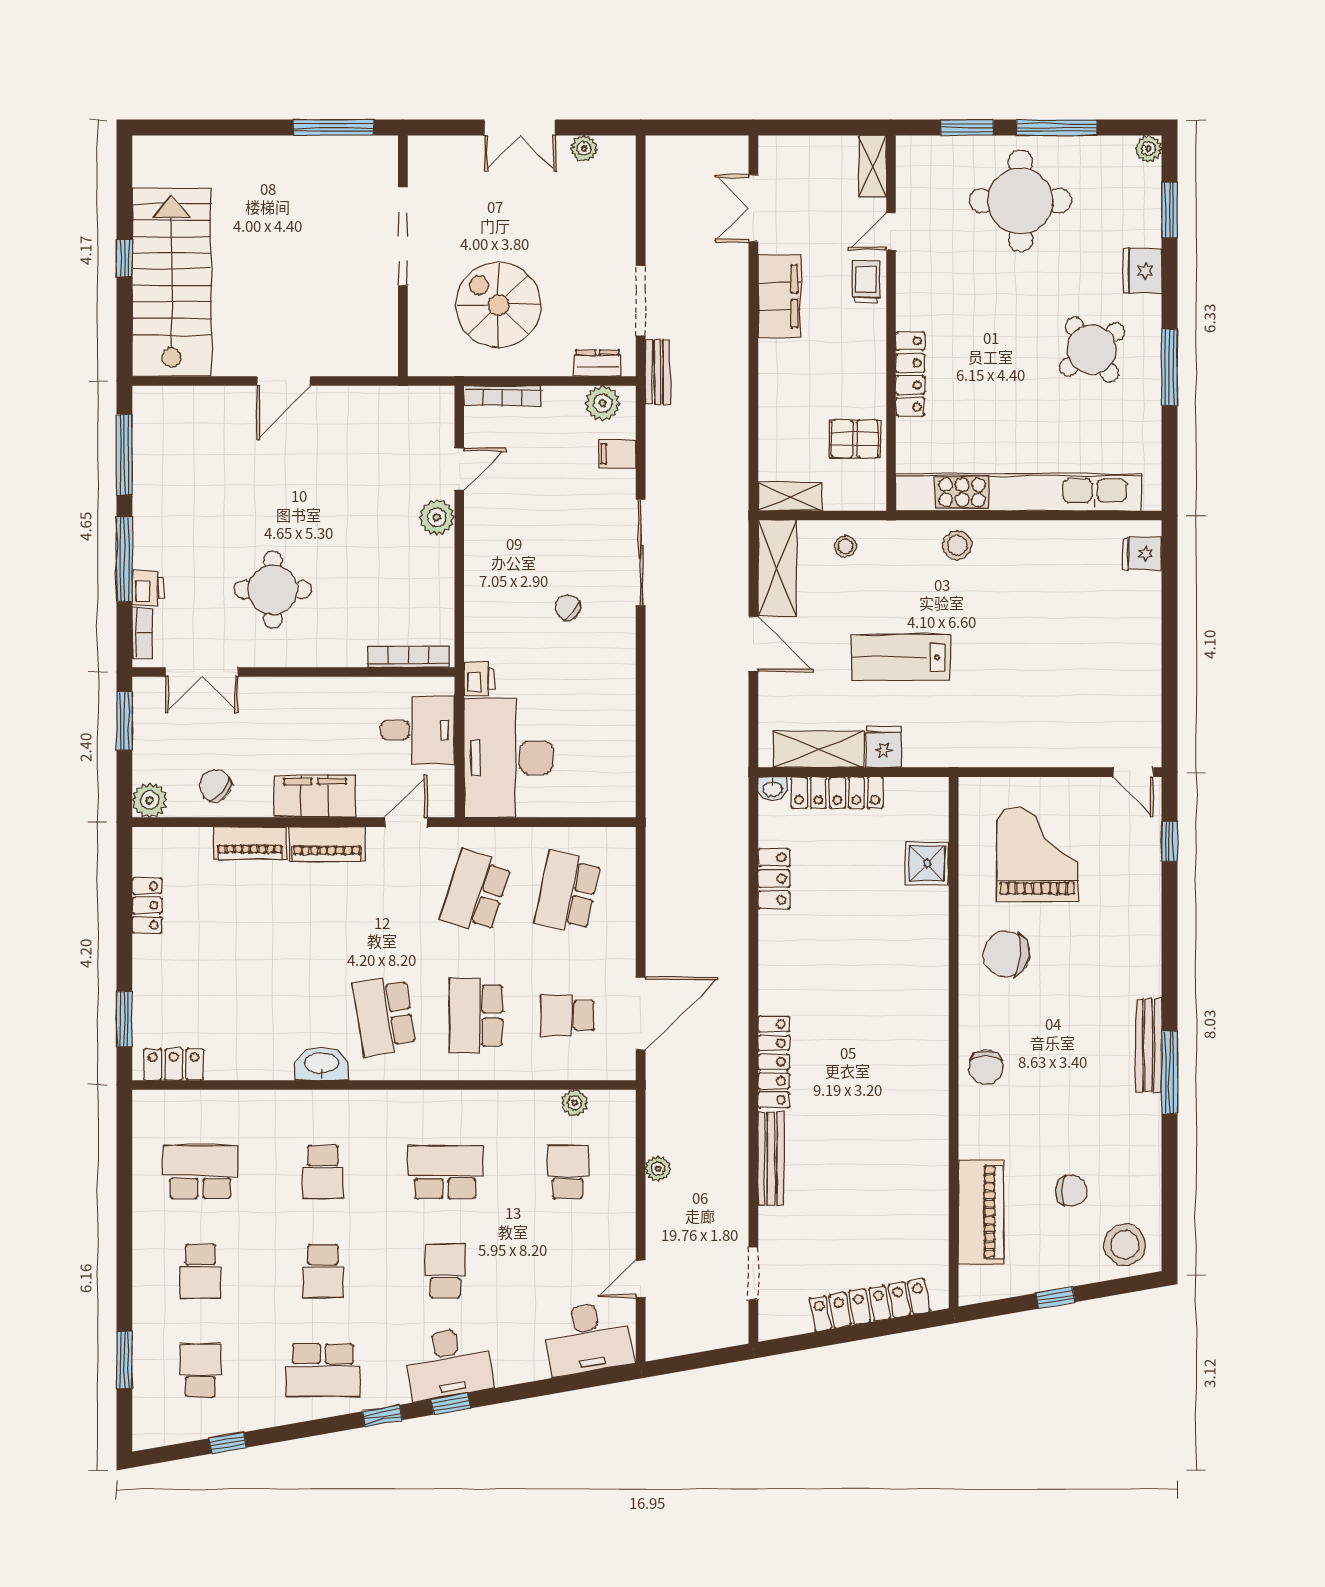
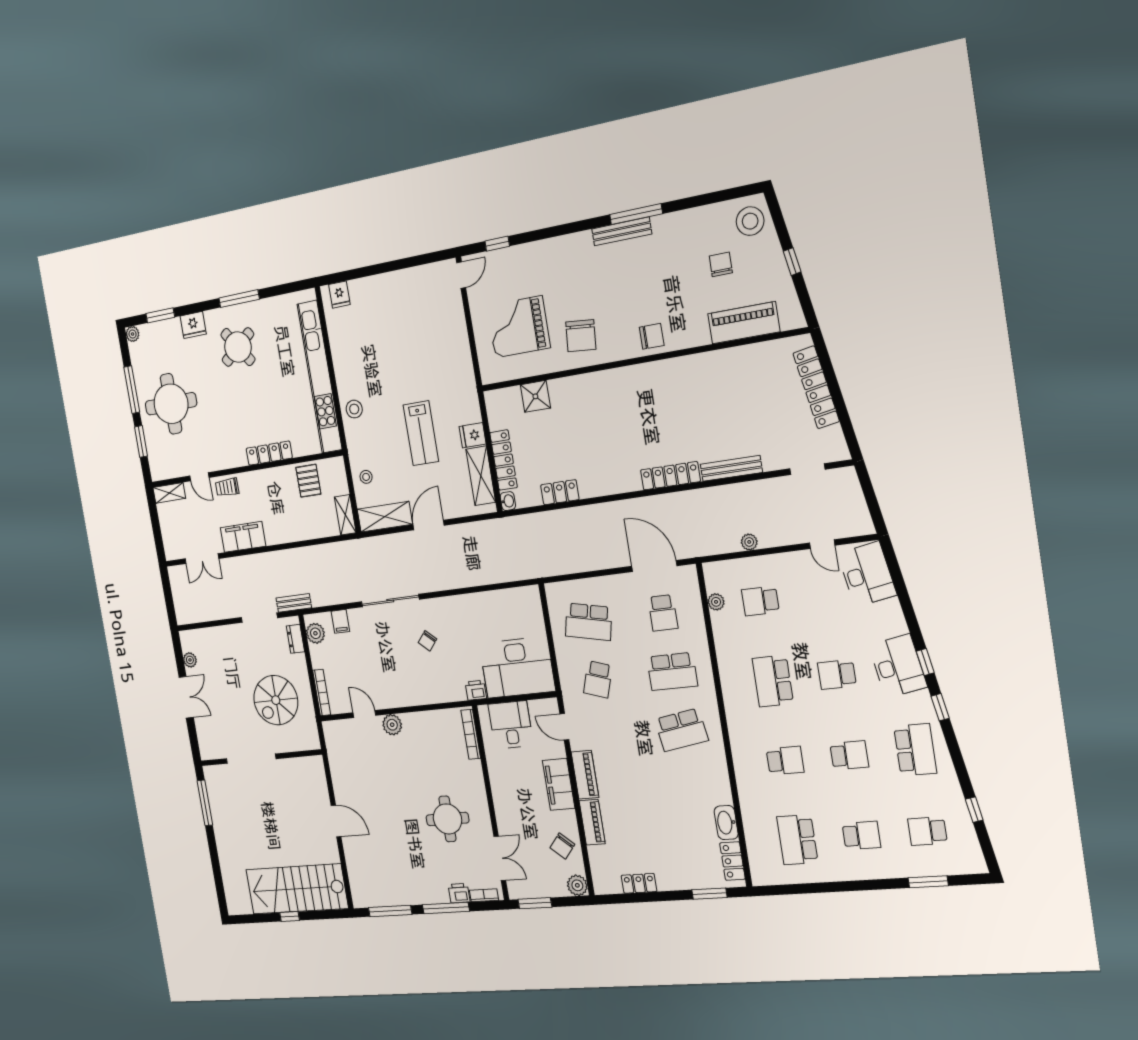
school desk: (476, 892) -> (598, 679), width x0.54
washbasin: (322, 1064) -> (726, 823), moved

